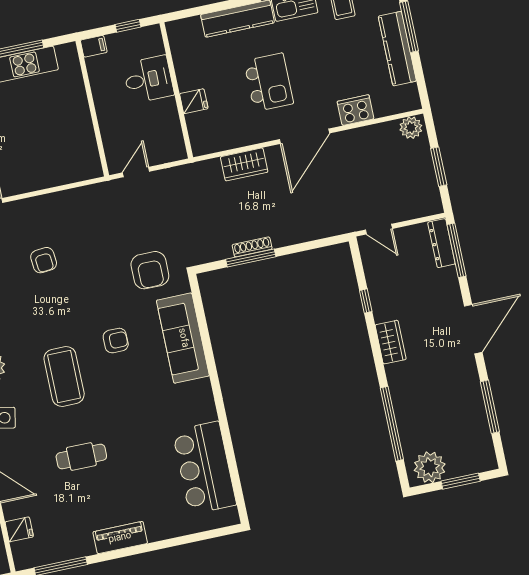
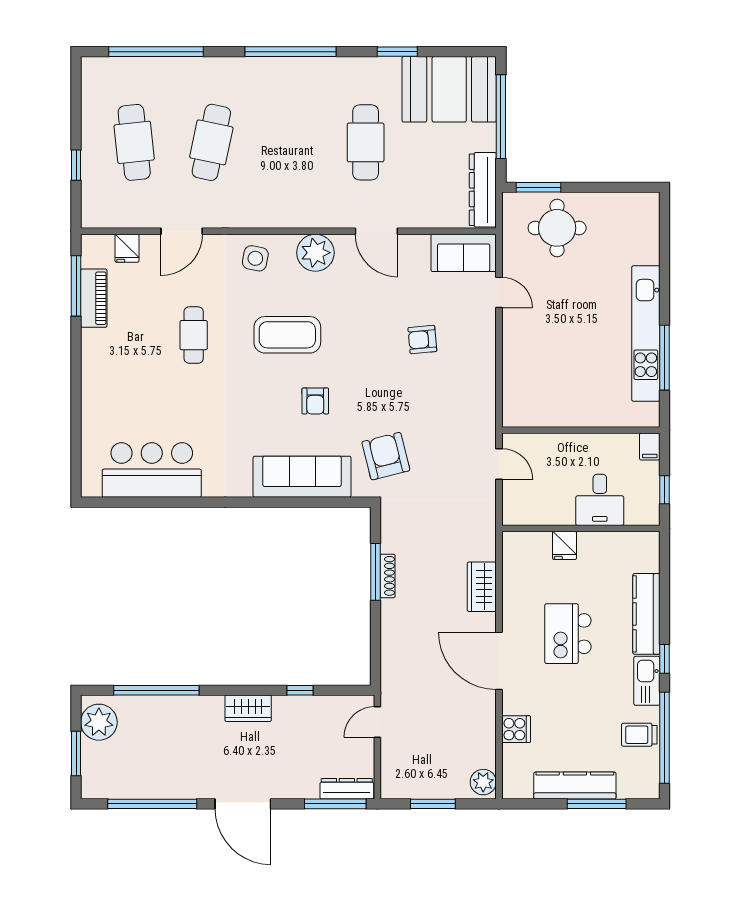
kitchen island: (269, 82) -> (568, 634), turned 90
cooker: (356, 110) -> (516, 729), width x0.73
armchair: (150, 270) -> (386, 456), turned 76
window: (490, 407) -> (152, 804), width x1.46
piano: (120, 538) -> (94, 298), moved

